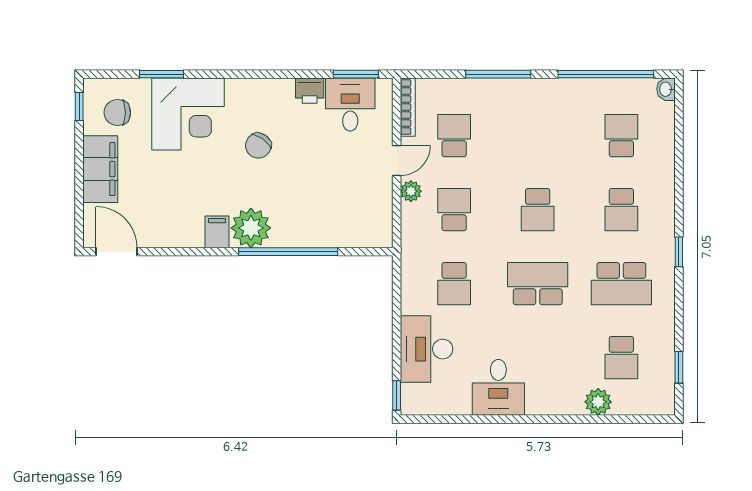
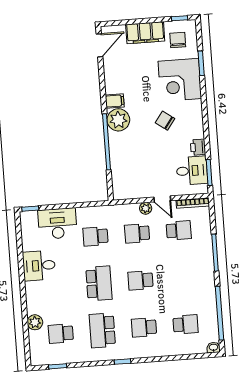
school desk: (454, 210) -> (137, 233), turned 180

